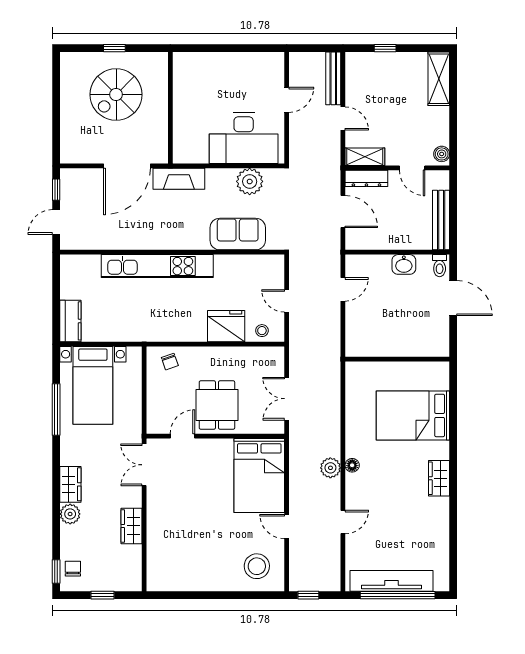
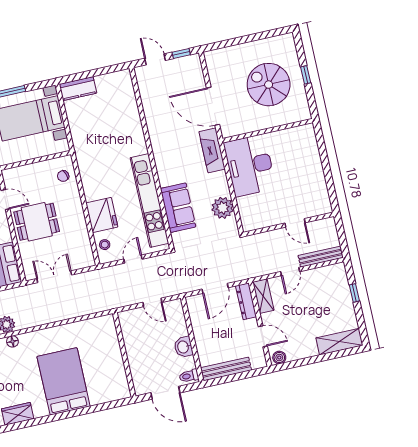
desk: (244, 138) -> (250, 165), moved
door: (412, 168) -> (263, 336), swing flipped
kitchen unit: (157, 266) -> (149, 201), moved
door: (453, 298) -> (165, 393), hinge flipped
wall: (397, 359) -> (124, 355), moved

